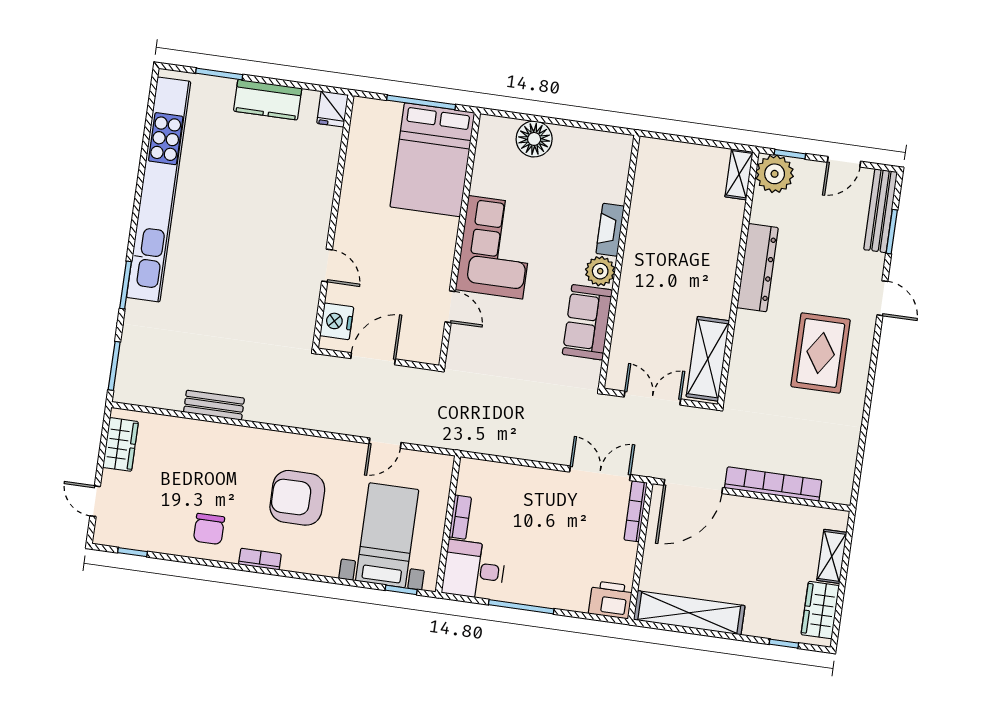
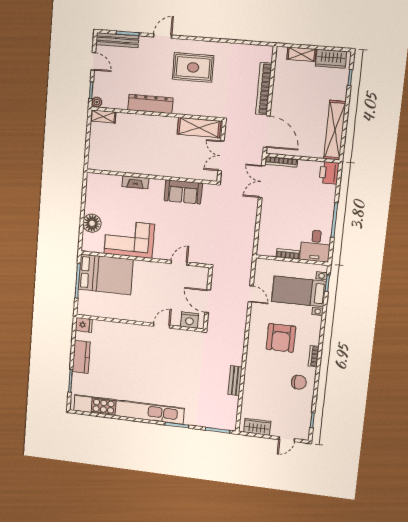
plant: (775, 174) -> (97, 102), width x0.53, depth x0.53
corner sofa: (495, 247) -> (129, 239), moved
plant: (600, 271) -> (157, 186), removed

